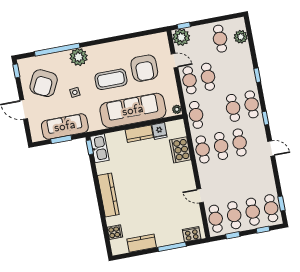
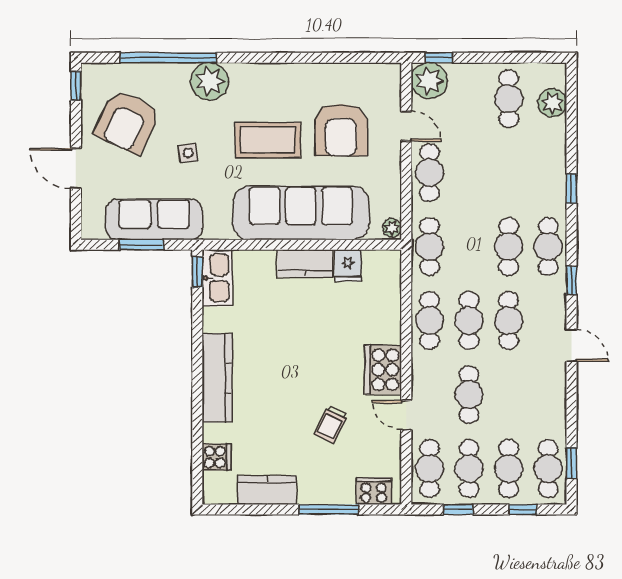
cafe table: (208, 77) -> (469, 395), moved
cooker: (180, 150) -> (383, 370), moved
trolley: (166, 207) -> (331, 424), added

